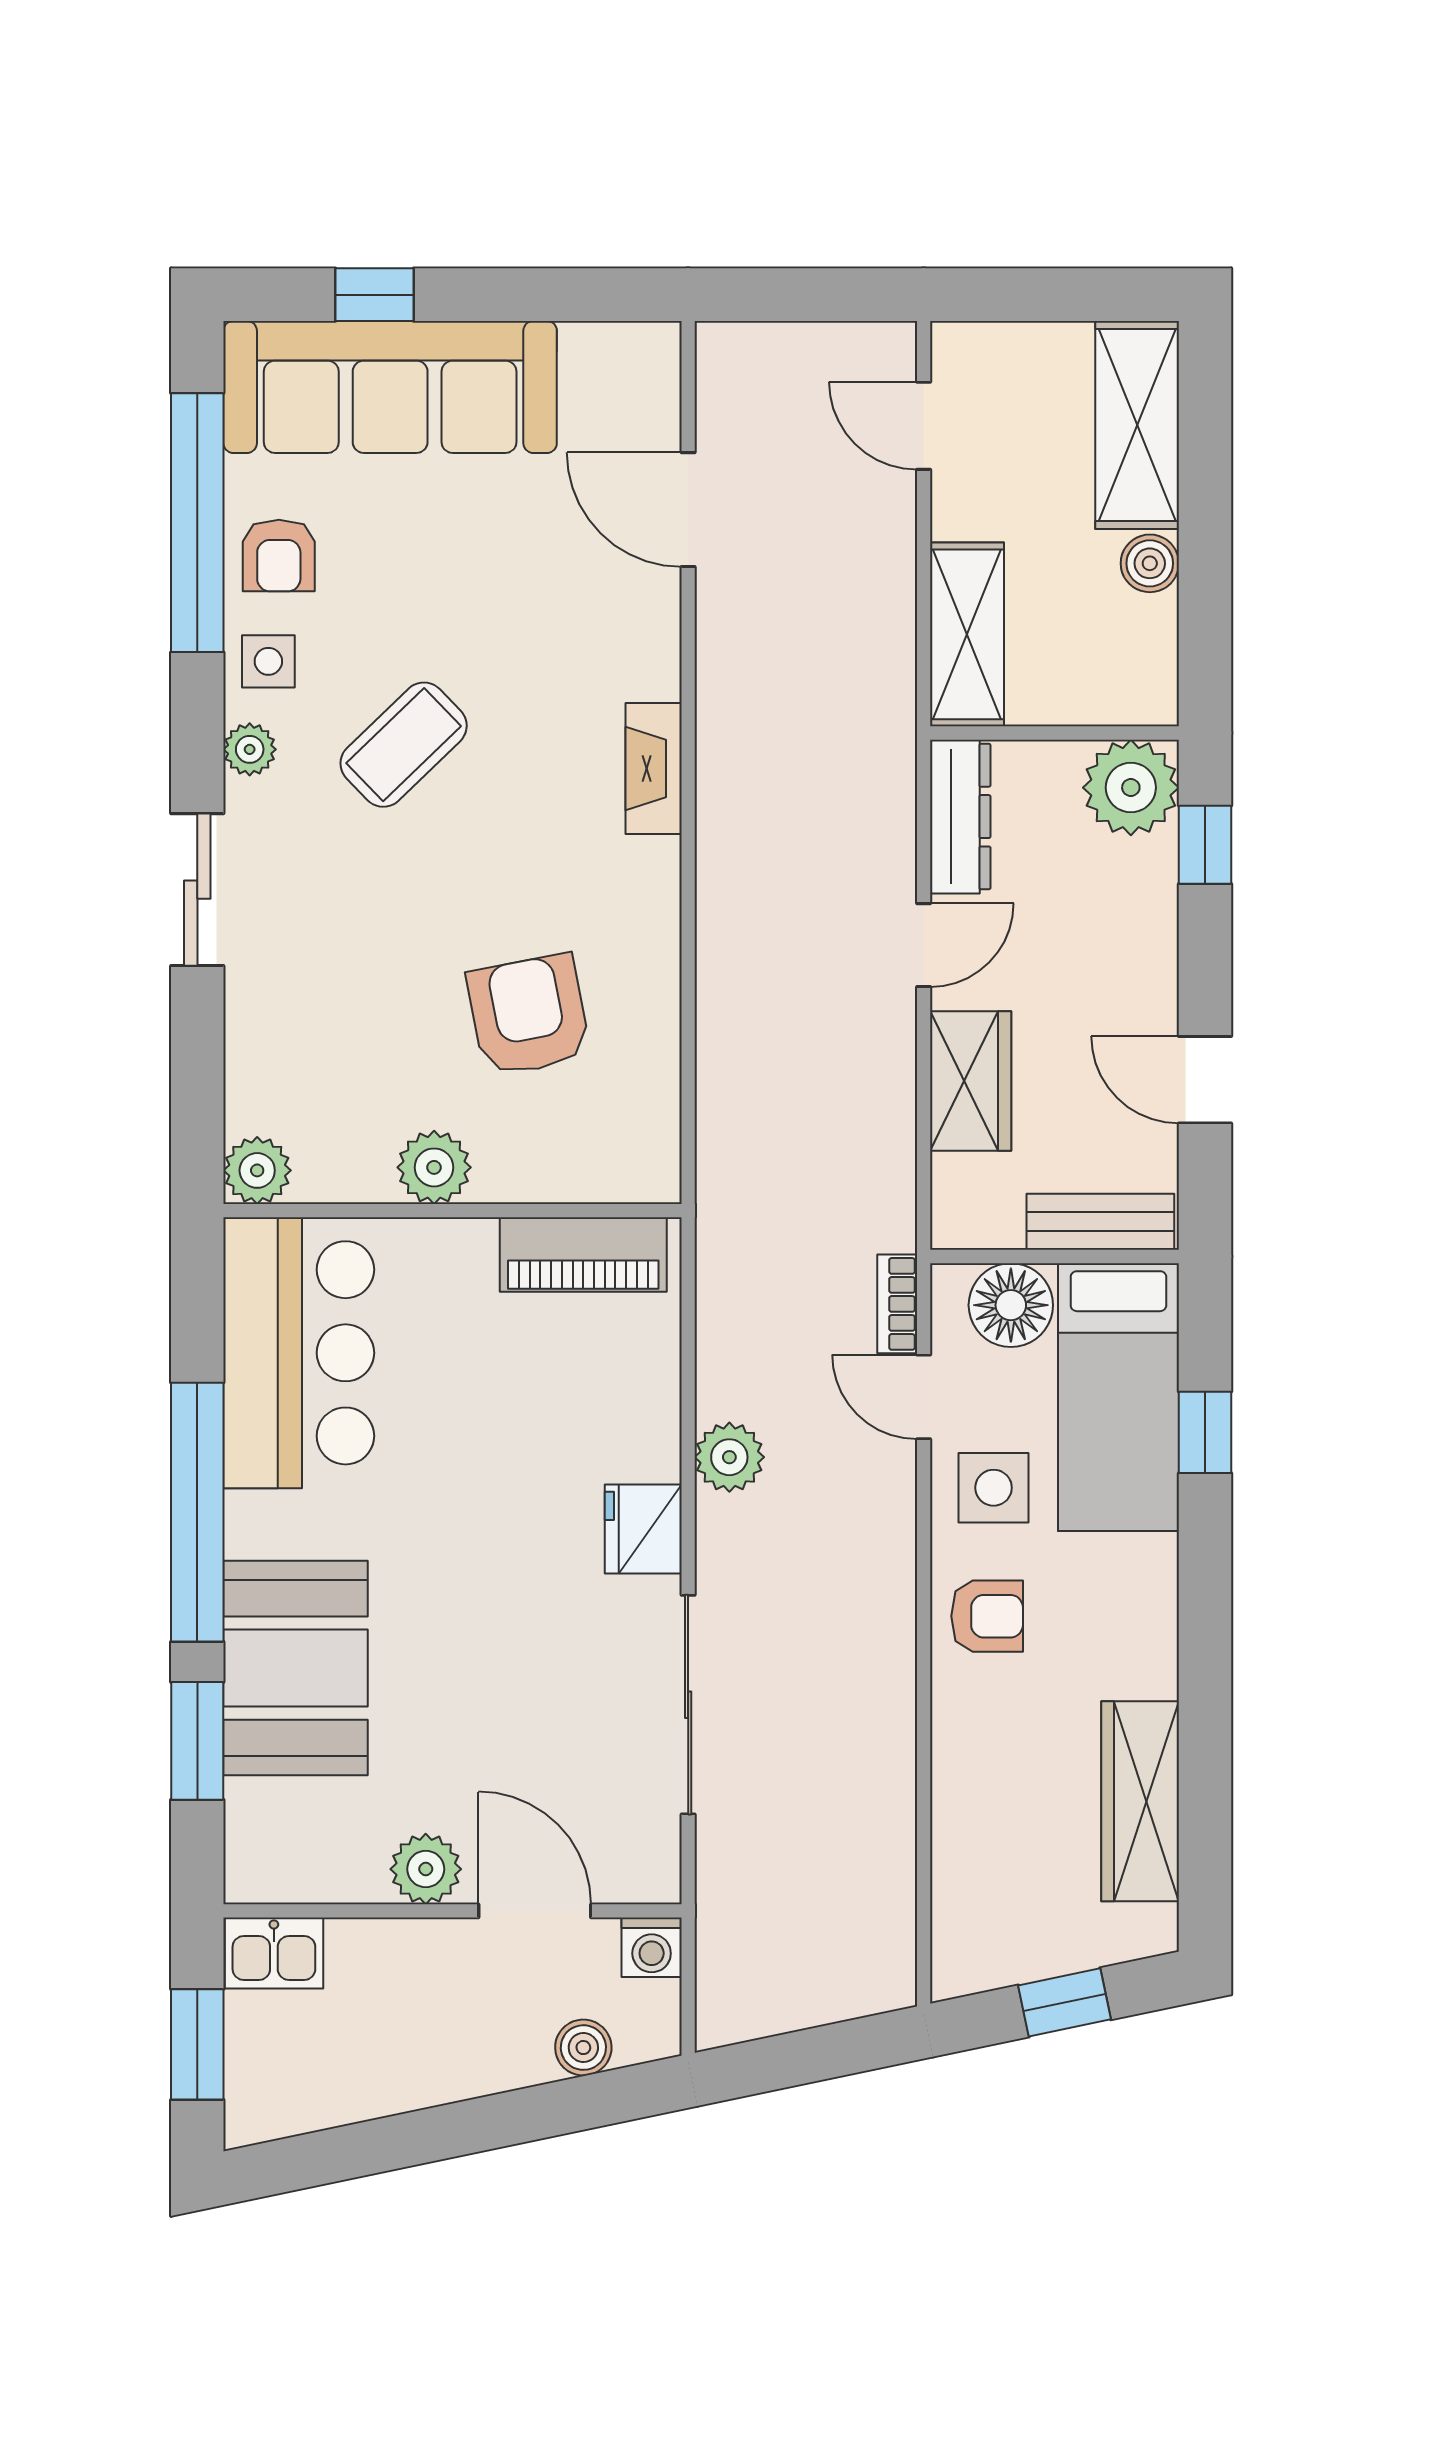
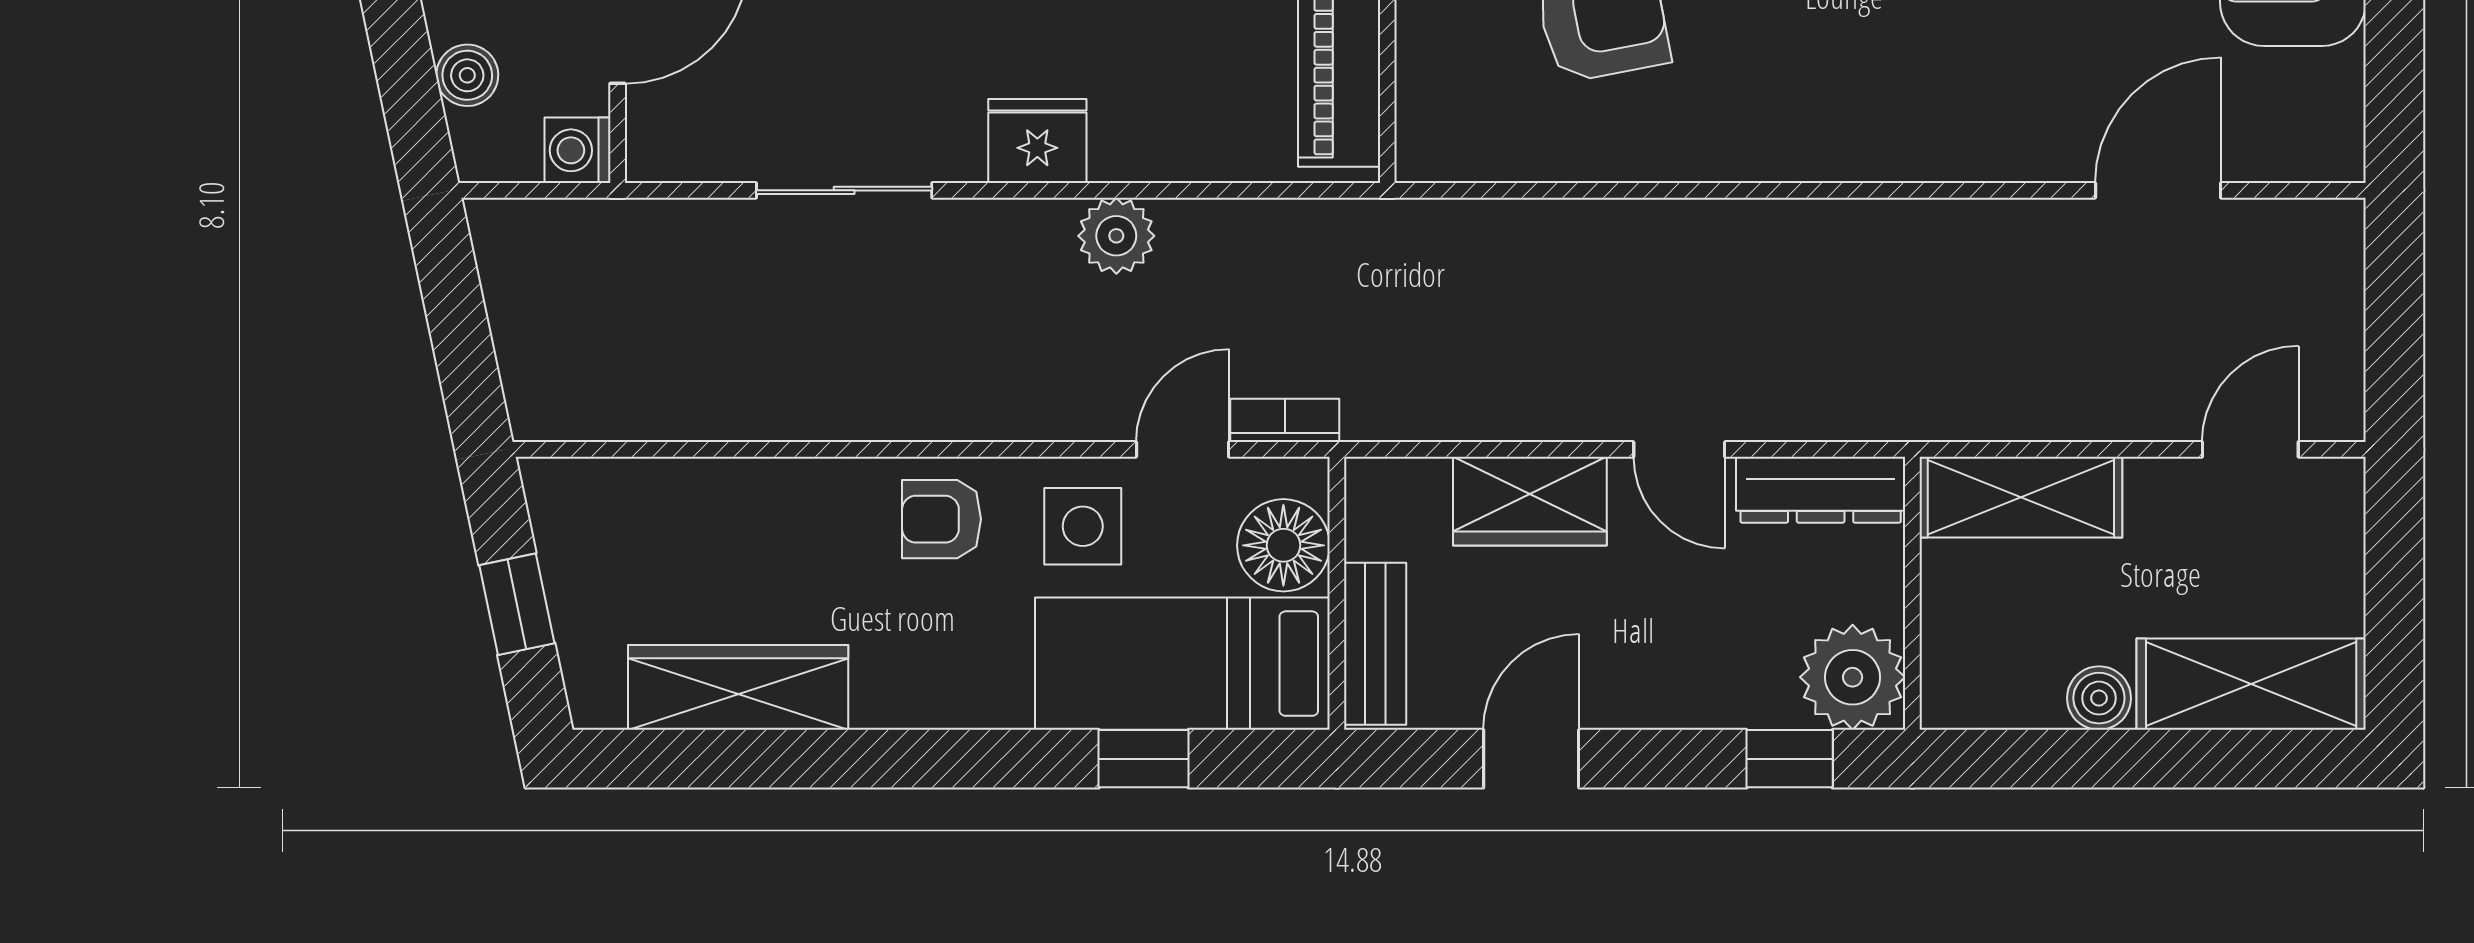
fireplace: (654, 768) -> (1873, 152), removed
armchair: (987, 1616) -> (941, 519), turned 90
sliding door: (688, 1705) -> (844, 190), width x0.73

